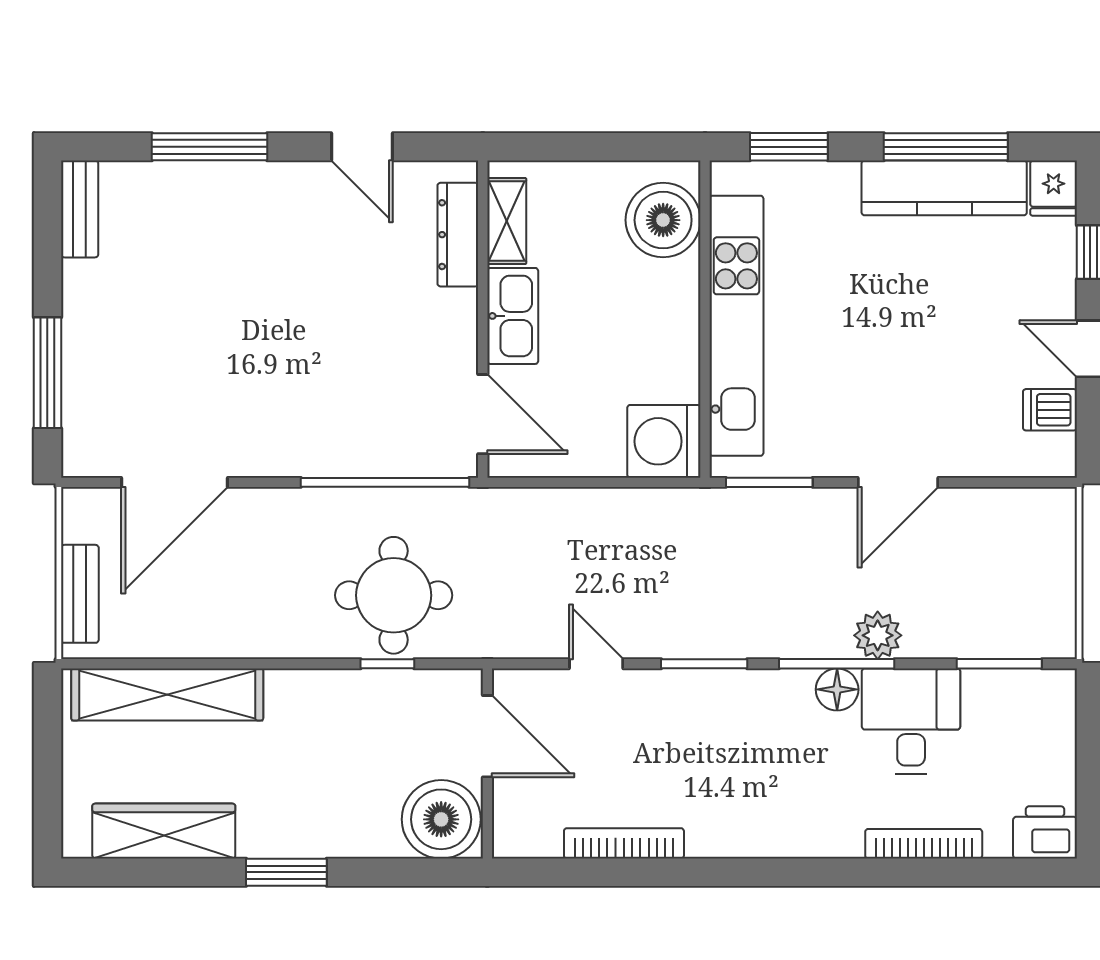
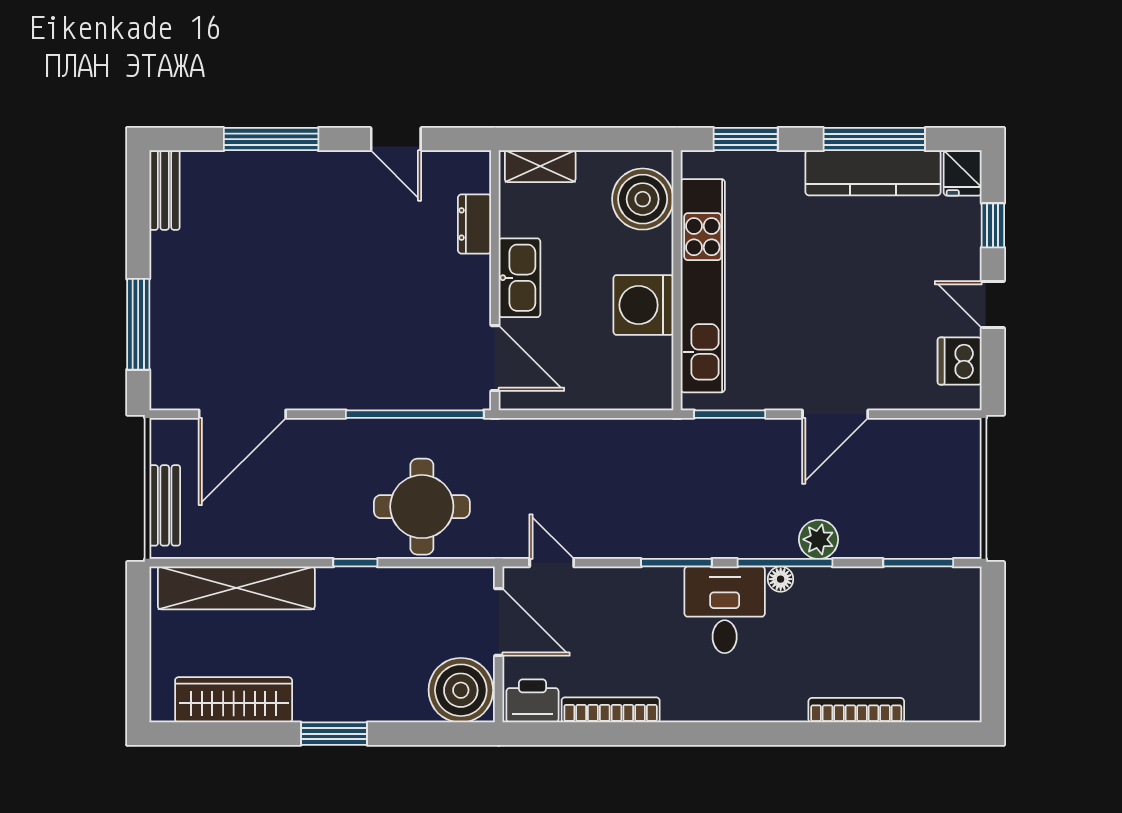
shelving: (507, 221) -> (540, 166), moved, turned 90
dresser: (458, 235) -> (475, 224), width x0.70
dishwasher: (1050, 410) -> (960, 361), width x1.38
washing machine: (664, 441) -> (643, 305), moved
window: (387, 664) -> (355, 563), moved
door: (596, 664) -> (552, 563), moved
floor lamp: (837, 689) -> (781, 579), width x0.73, depth x0.73
desk: (911, 721) -> (725, 610), moved
printer: (1045, 832) -> (532, 701), moved

